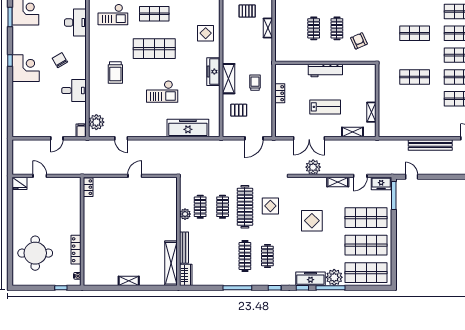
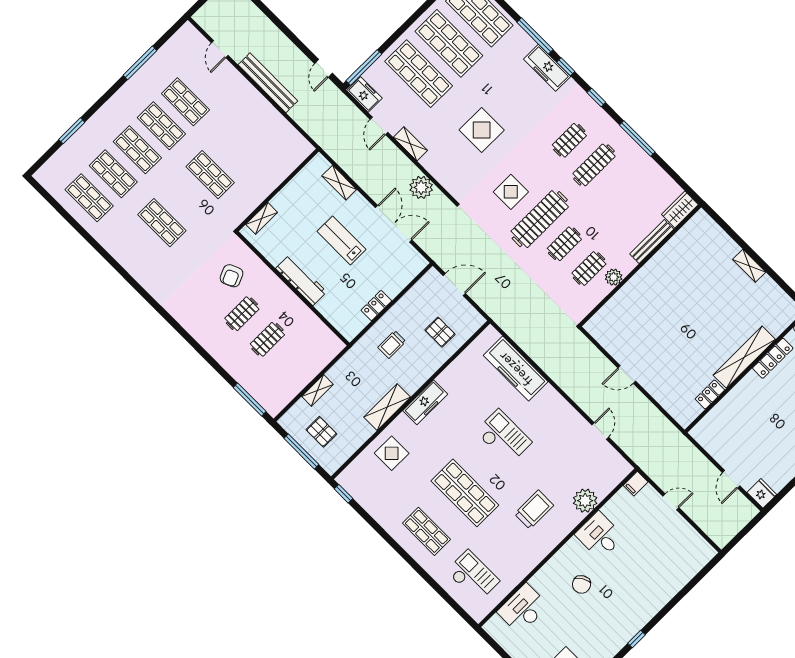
corner desk: (26, 68) -> (628, 613), removed
shelving: (229, 79) -> (387, 407), moved
shelving: (371, 112) -> (262, 218), moved
plant: (96, 122) -> (585, 501), moved
door: (360, 176) -> (379, 126), swing flipped
locker: (88, 187) -> (710, 394), moved
shelving: (171, 263) -> (744, 357), moved
plant: (334, 277) -> (519, 43), removed

